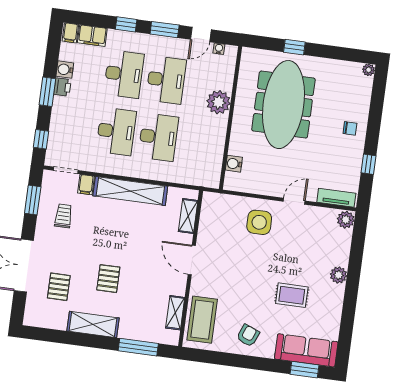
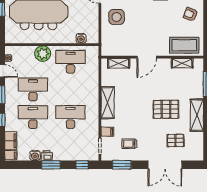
desk: (158, 137) -> (70, 62), moved
shelving: (130, 191) -> (108, 103), width x0.68
pallet: (108, 279) -> (166, 109), width x1.50, depth x1.42

